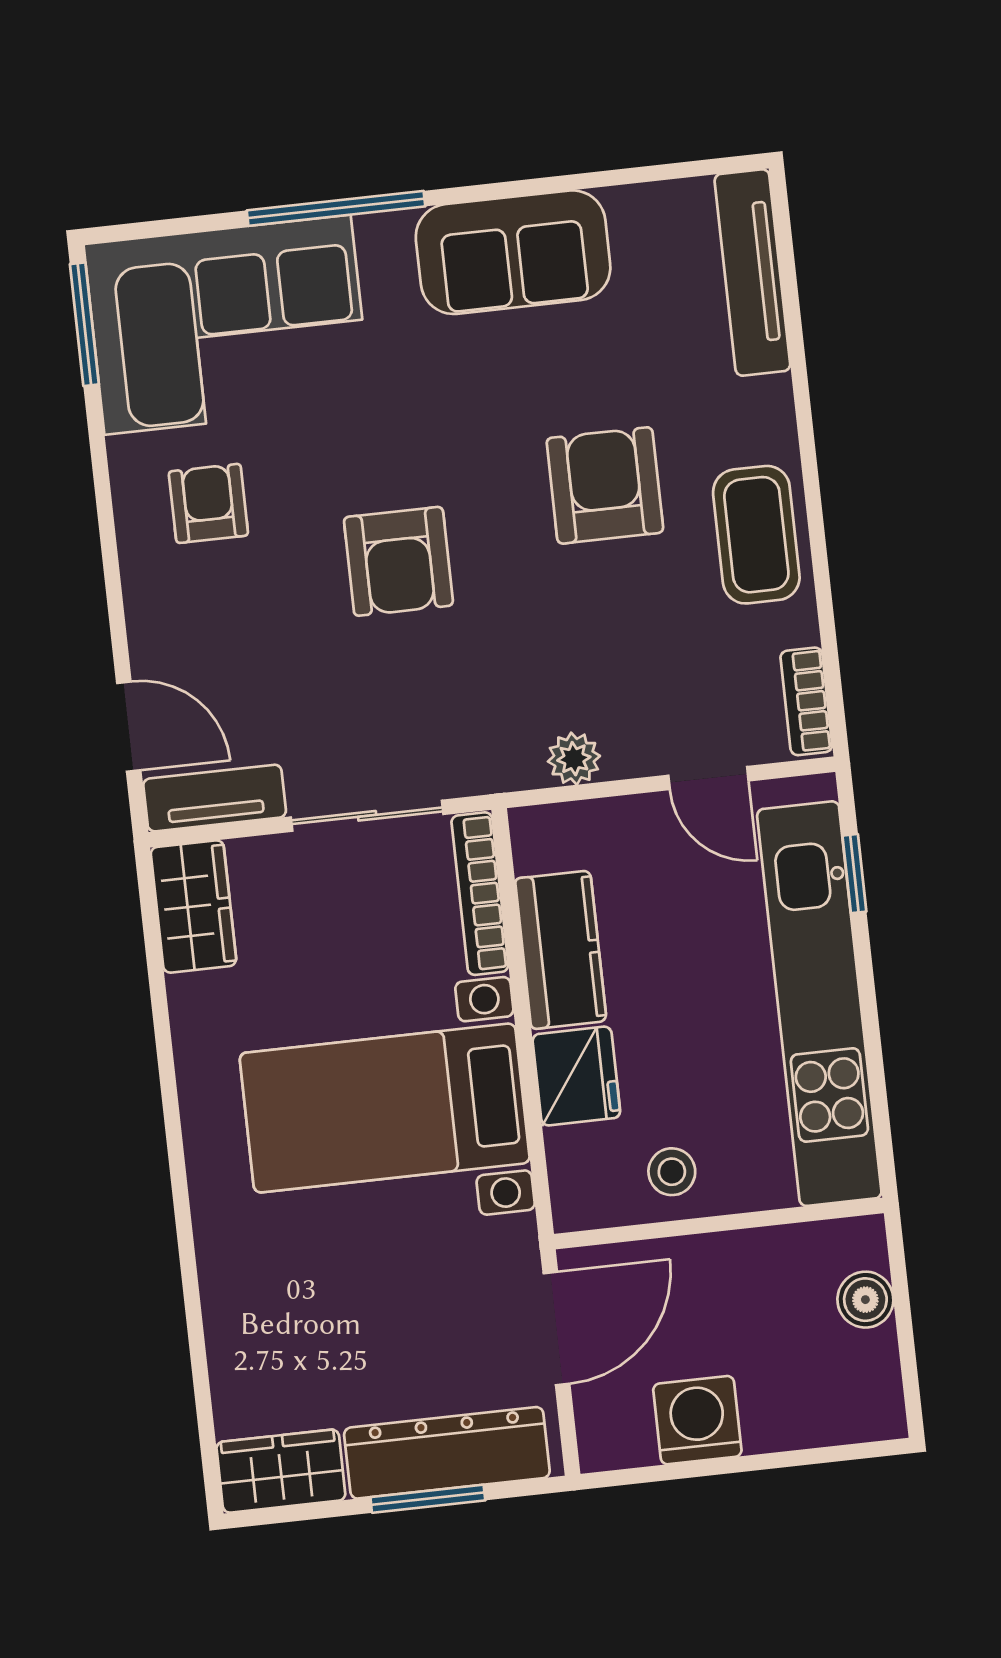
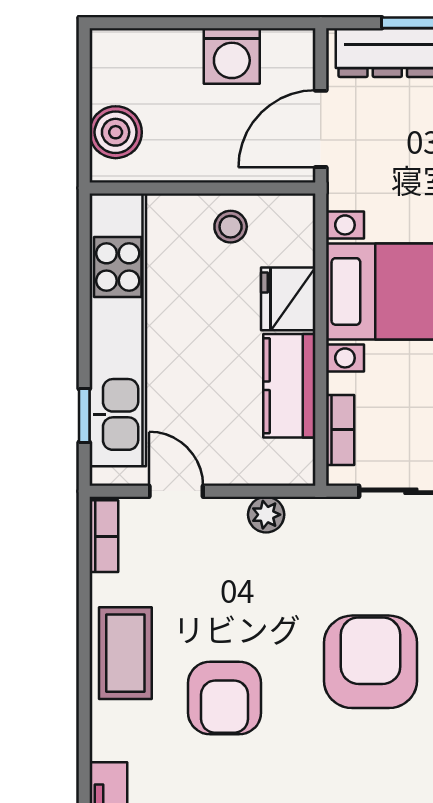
armchair: (398, 561) -> (371, 662), width x1.36, depth x1.36
bookcase: (480, 894) -> (340, 430), width x0.64
boiler: (865, 1300) -> (116, 132), width x1.36, depth x1.36

